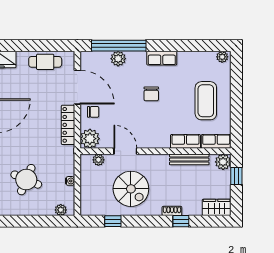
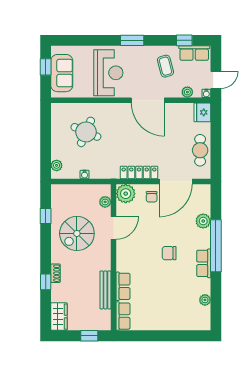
window: (119, 46) -> (216, 246), moved
plant: (222, 57) -> (205, 300), moved
coffee table: (206, 101) -> (162, 306), removed
plant: (223, 162) -> (103, 323), removed

